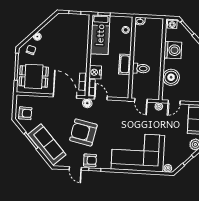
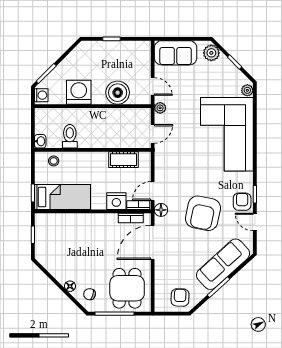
cot: (125, 64) -> (123, 160), moved
toilet: (141, 68) -> (70, 136), moved
door: (75, 169) -> (255, 222), swing flipped

